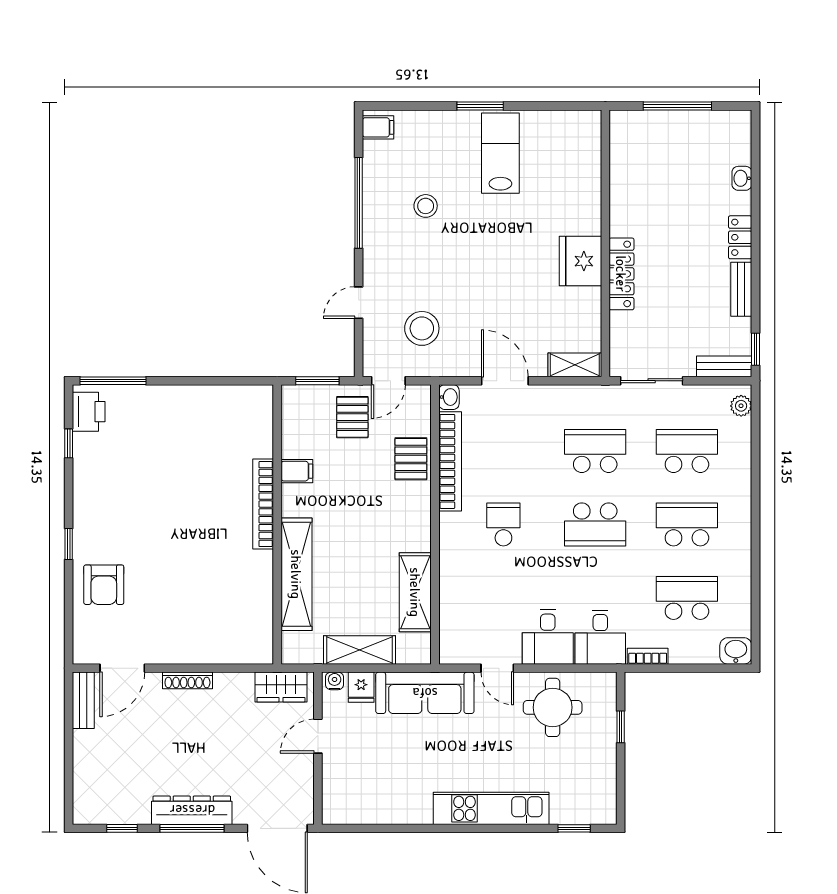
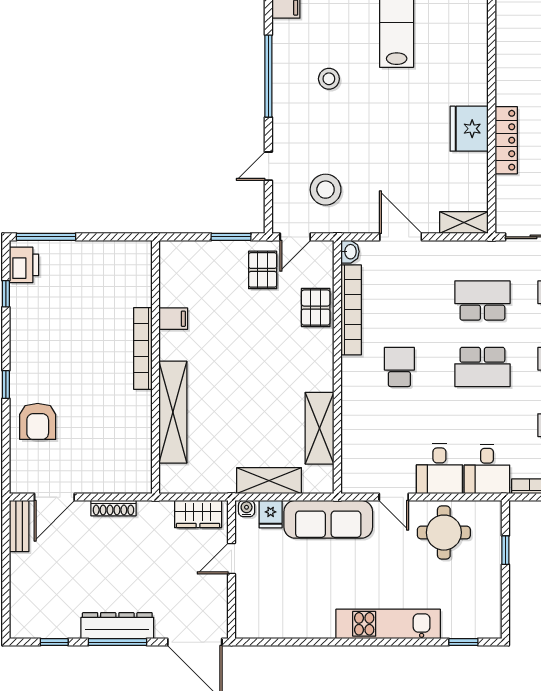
filing cabinet: (297, 471) -> (173, 319), moved
bookcase: (263, 504) -> (143, 348), moved
wall: (277, 524) -> (156, 367), moved
shelving: (296, 574) -> (173, 412), moved

